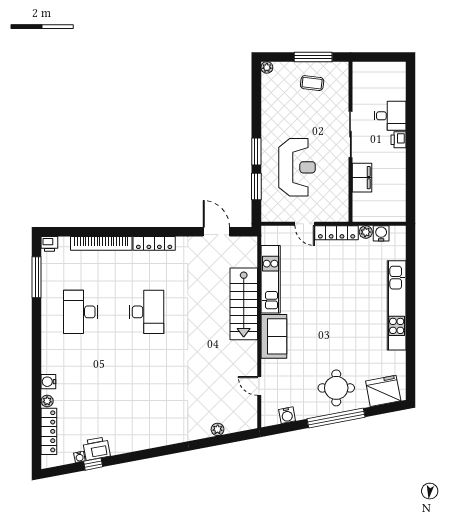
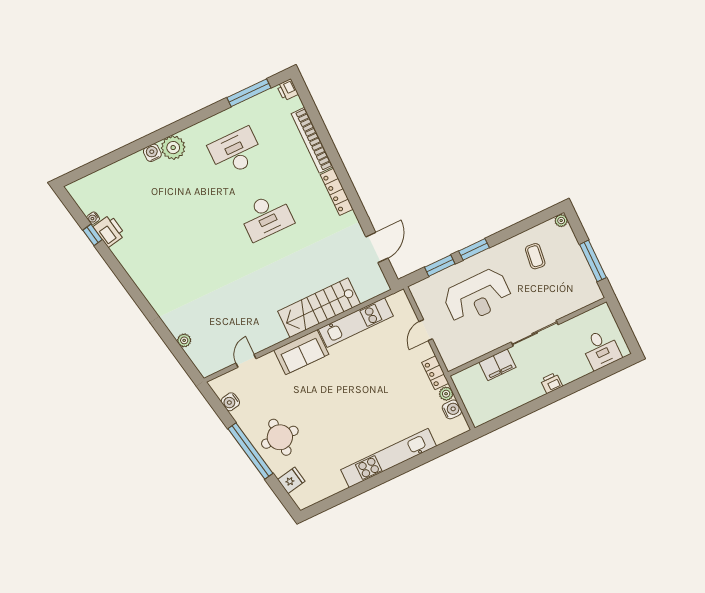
coffee table: (312, 83) -> (535, 256), moved
desk: (390, 116) -> (601, 349), moved
locker: (337, 233) -> (435, 373), width x0.66
fridge: (383, 391) -> (291, 480), width x0.53, depth x0.75
plant: (47, 401) -> (173, 148), moved, width x1.88, depth x1.88
locker: (49, 431) -> (104, 176), removed

